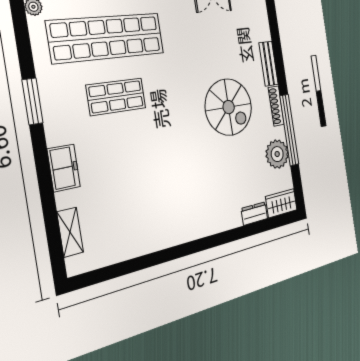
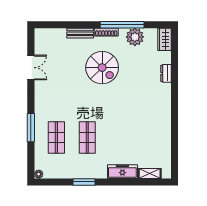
shop shelf: (107, 38) -> (56, 138), width x0.50, depth x0.74
spiral stairs: (229, 107) -> (102, 68), turned 90
freezer: (64, 168) -> (122, 172), width x1.40
dresser: (254, 214) -> (166, 73), moved

